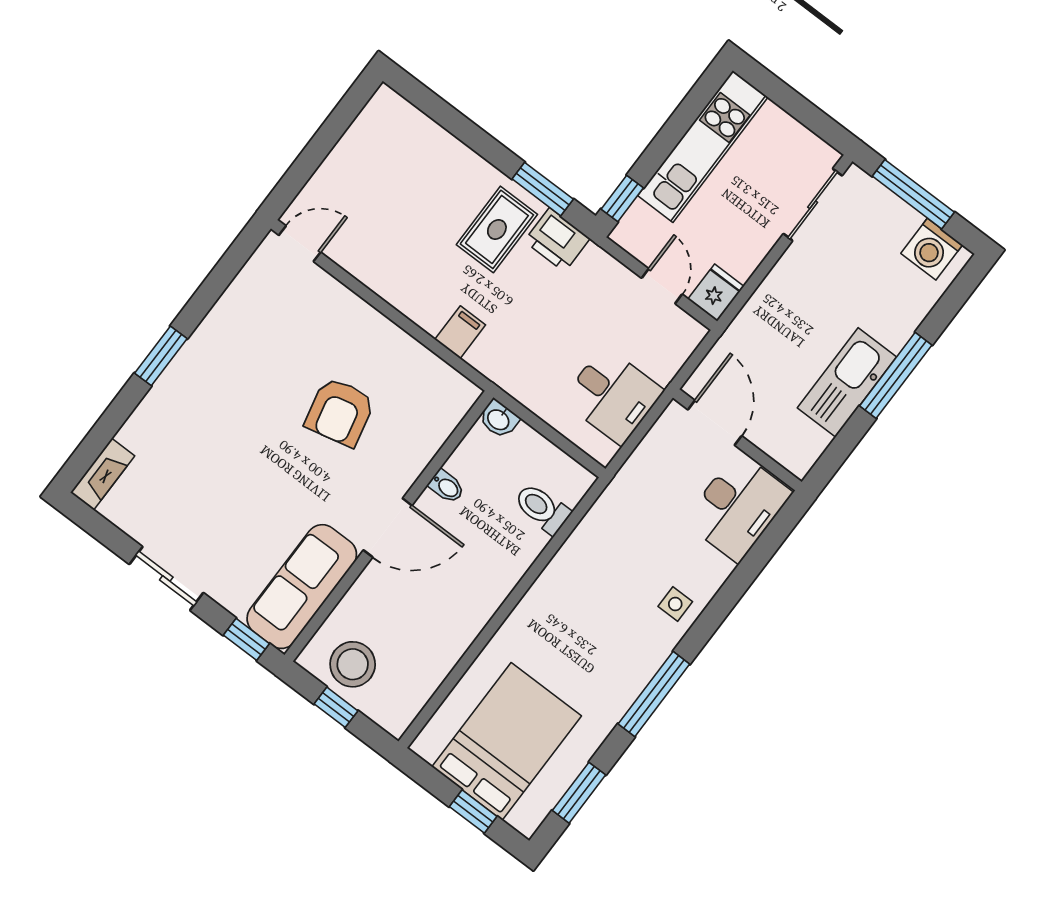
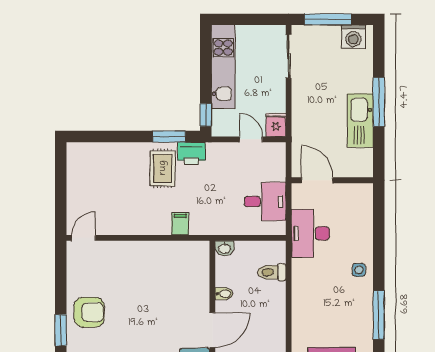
armchair: (340, 412) -> (89, 312), moved, turned -77
desk: (738, 507) -> (310, 233), moved, turned 180

